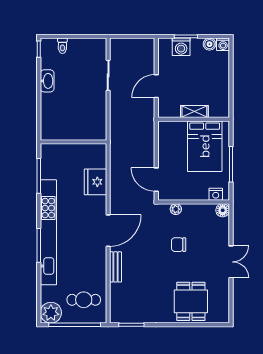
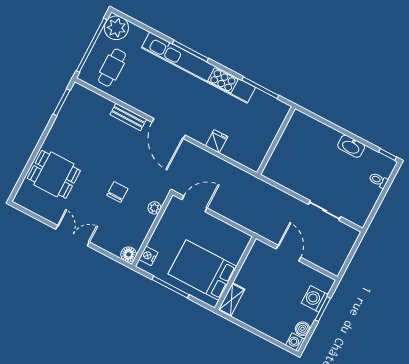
shelving: (194, 111) -> (232, 300), moved
fridge: (95, 182) -> (217, 141), width x0.53, depth x0.75
double door: (231, 262) -> (72, 236), swing flipped

